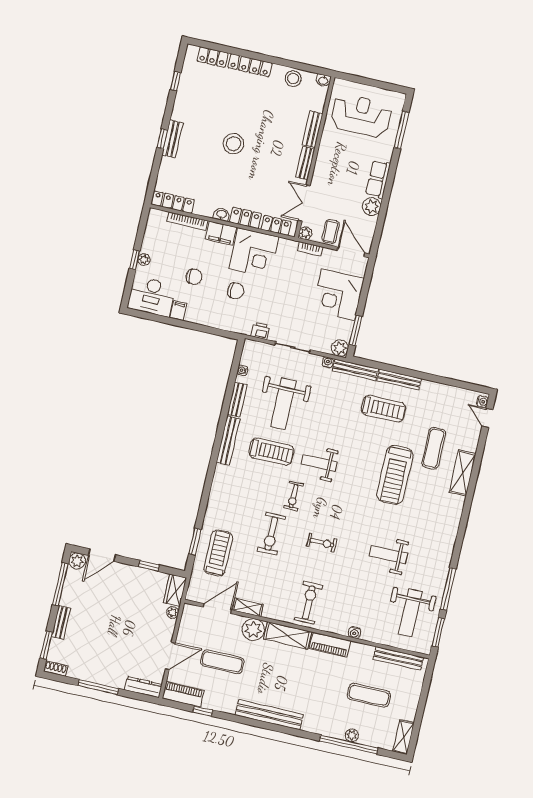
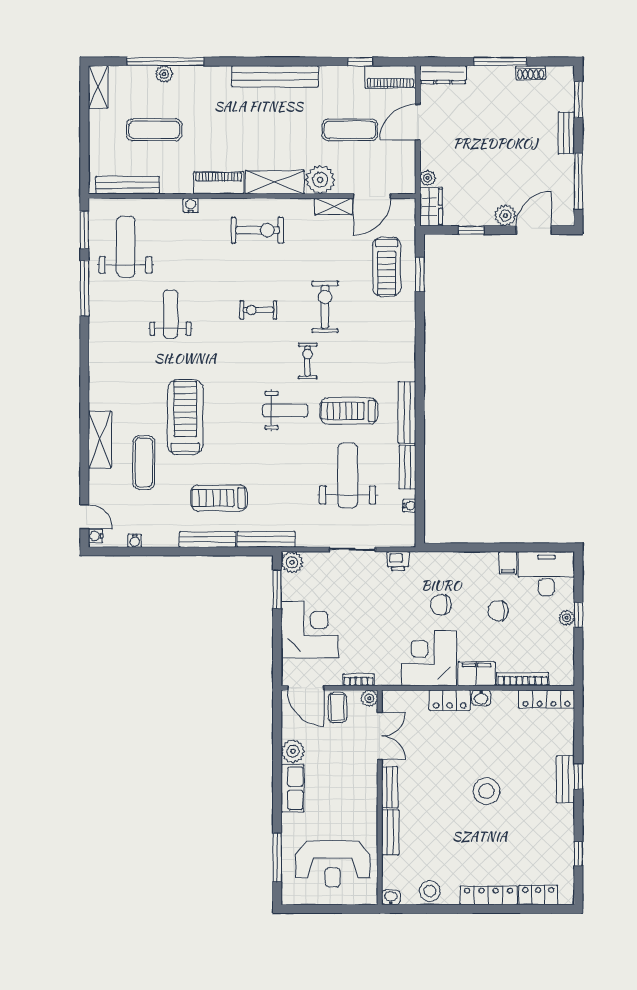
locker: (276, 225) -> (409, 700), removed
water cooler: (328, 362) -> (135, 541), moved
weight bench: (388, 555) -> (170, 314), turned -90
plant: (77, 561) -> (505, 215), moved
exercise bike: (309, 603) -> (258, 230), turned -90
shoe rack: (56, 669) -> (531, 73), moved

